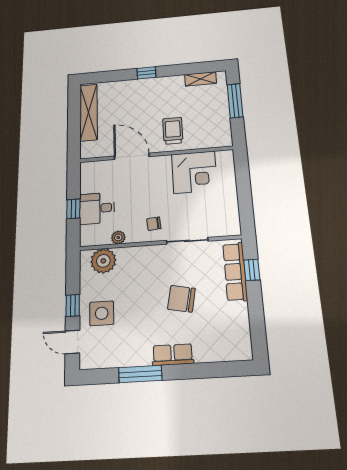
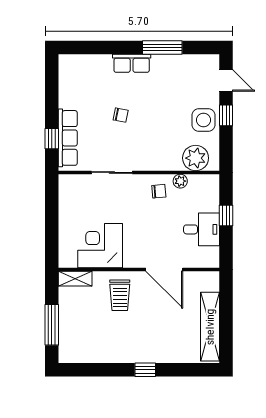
shelving: (200, 79) -> (75, 279), moved
desk: (97, 208) -> (202, 229), moved
chair: (154, 224) -> (159, 191), moved
chair: (181, 299) -> (121, 115), width x0.54, depth x0.54
side table: (102, 313) -> (203, 120), moved

